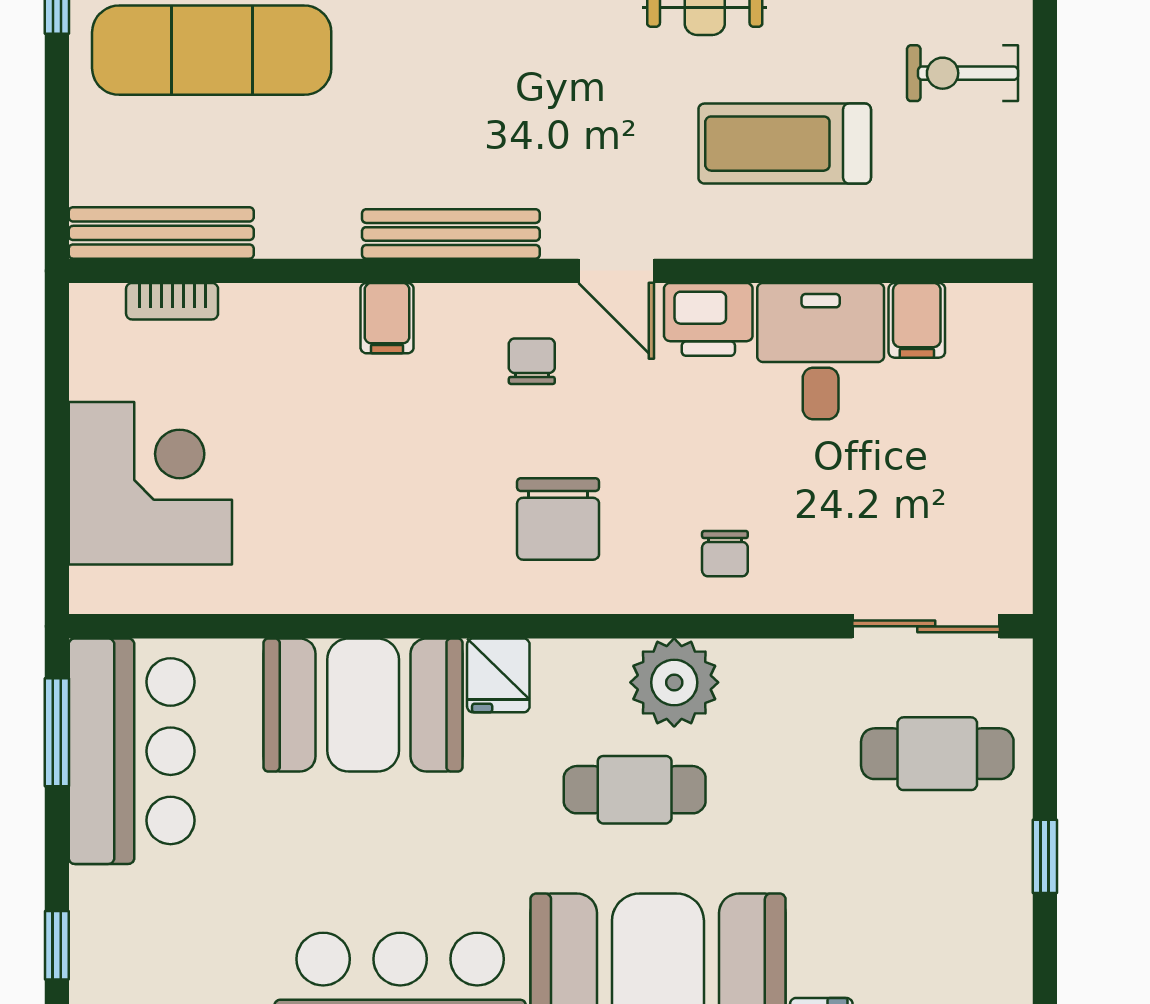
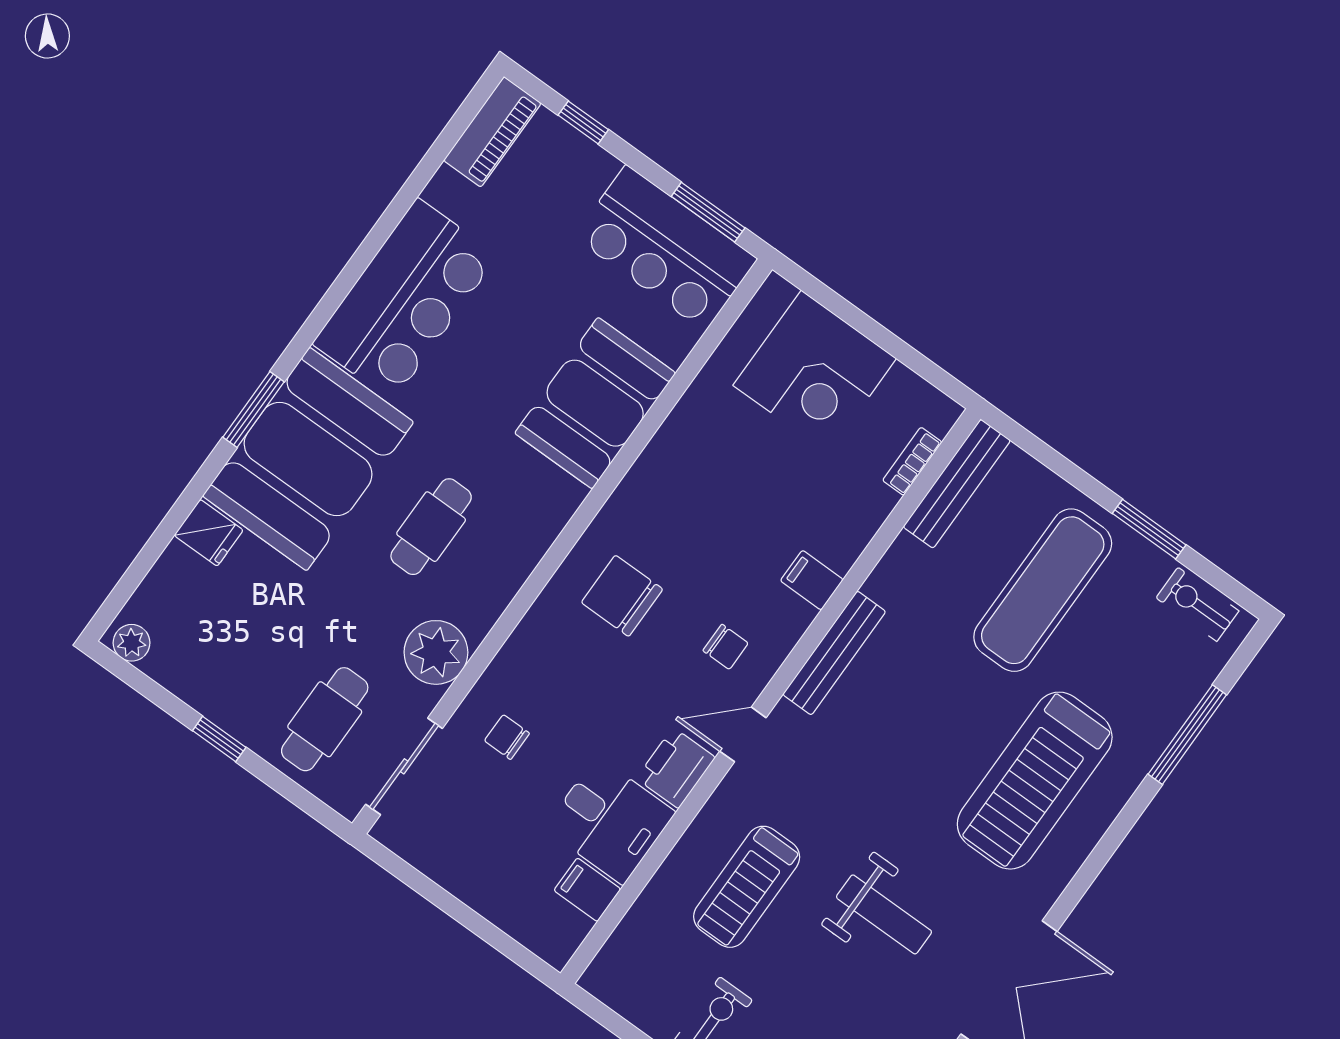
treadmill: (785, 144) -> (747, 887), turned 180
chair: (725, 554) -> (507, 737), moved
fridge: (498, 675) -> (555, 495), removed
plant: (674, 682) -> (436, 652), moved

